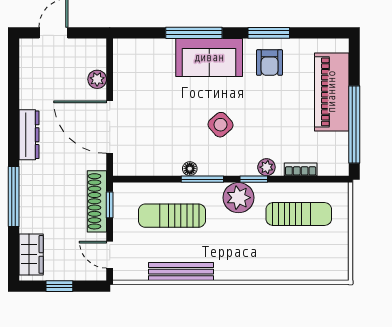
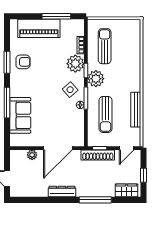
sofa: (209, 58) -> (20, 115), moved
side table: (220, 125) -> (70, 90), moved
window: (354, 125) -> (56, 16), width x0.68
plant: (266, 167) -> (75, 64), width x1.87, depth x1.87

